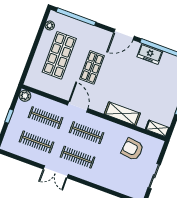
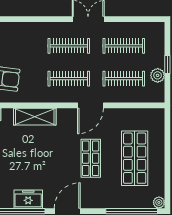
plant: (50, 25) -> (159, 202), moved
plant: (25, 96) -> (158, 75), moved
door: (78, 107) -> (90, 105), hinge flipped

